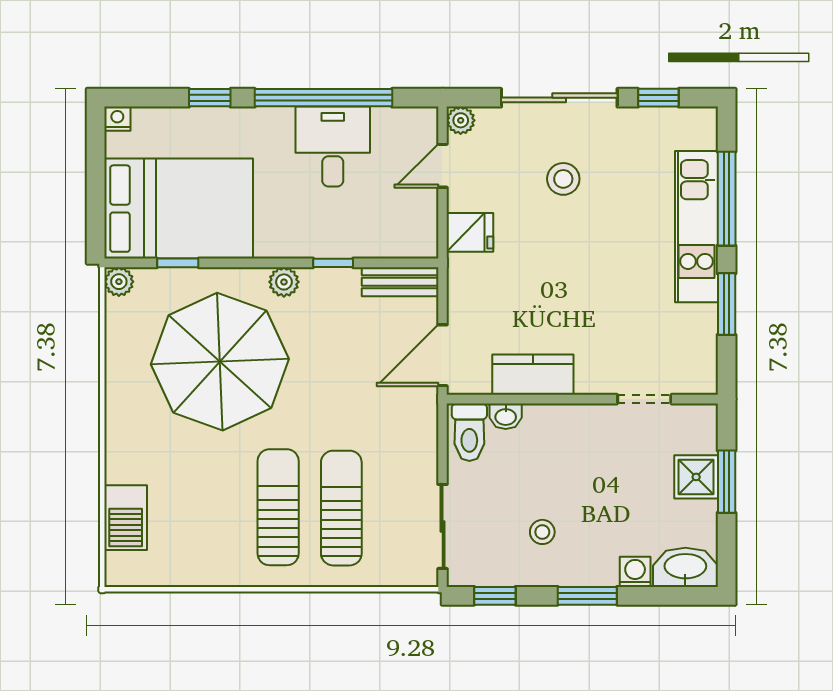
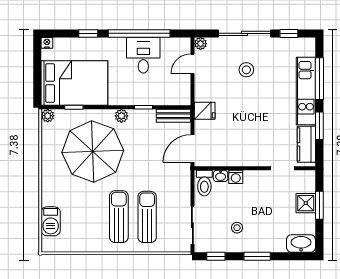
fridge: (470, 232) -> (205, 111), moved
kitchen counter: (533, 375) -> (306, 144), moved, turned -90
washing machine: (635, 572) -> (236, 177), moved, turned 180

